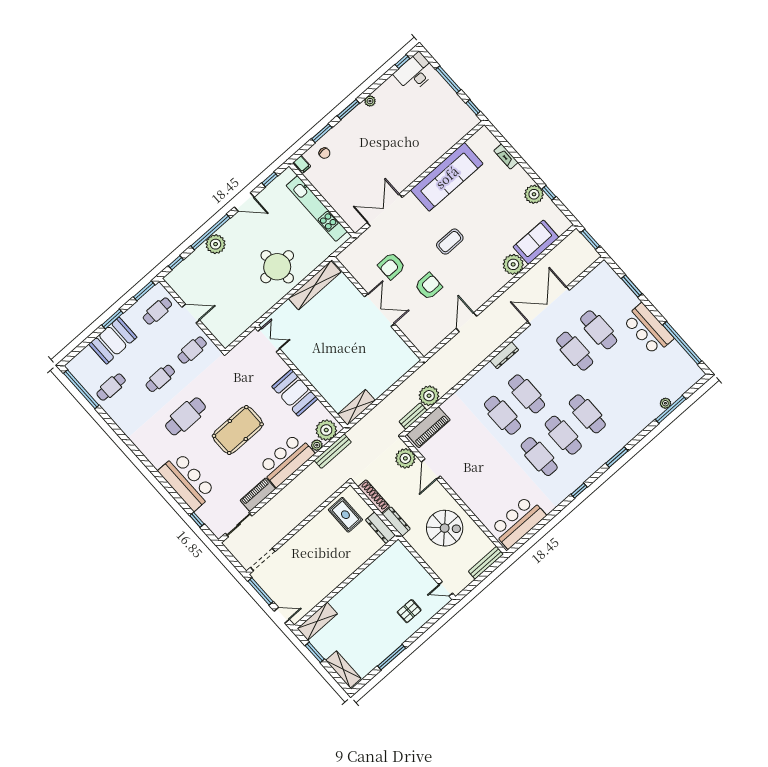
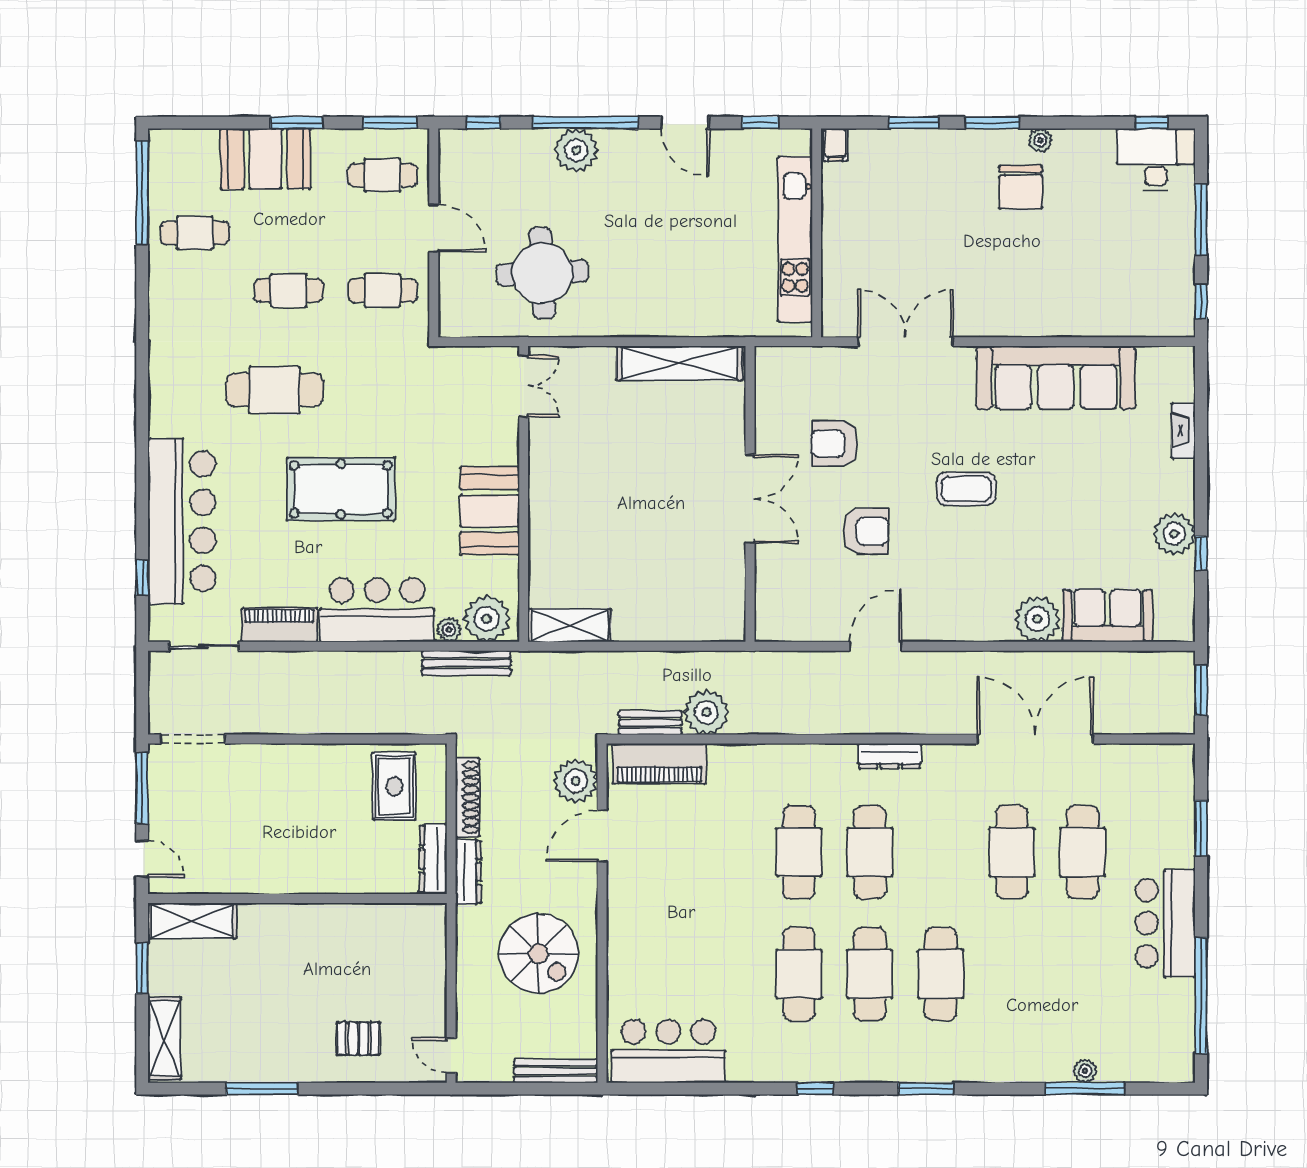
chair: (324, 153) -> (1021, 187), moved, width x1.87, depth x1.87
round table: (277, 267) -> (542, 273), moved
bar counter: (187, 481) -> (182, 521), width x1.36

